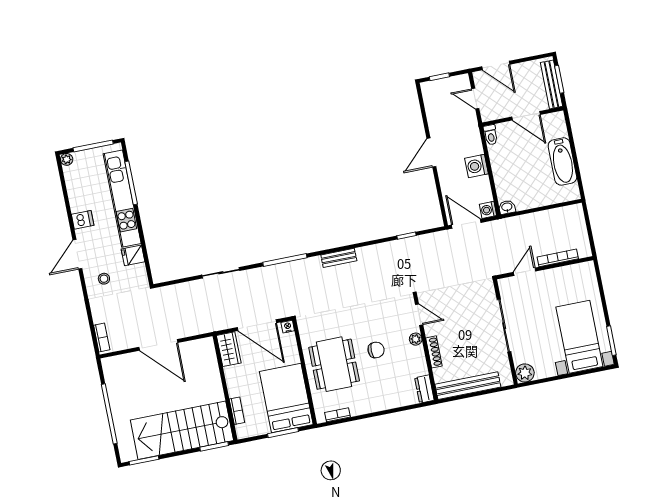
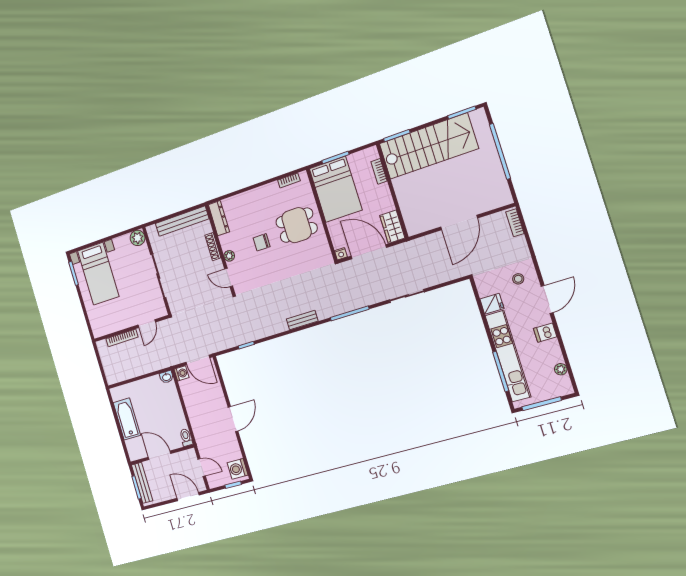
plant: (67, 159) -> (561, 369), moved
washing machine: (477, 166) -> (238, 469), moved, turned 180
door: (158, 345) -> (459, 223), swing flipped
dining table: (334, 364) -> (297, 225), width x0.73
dresser: (424, 389) -> (219, 218), width x1.44

